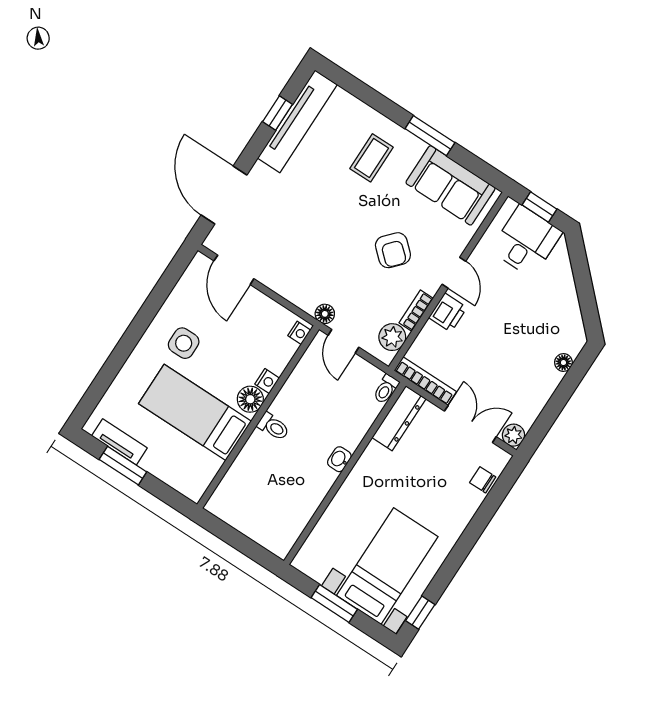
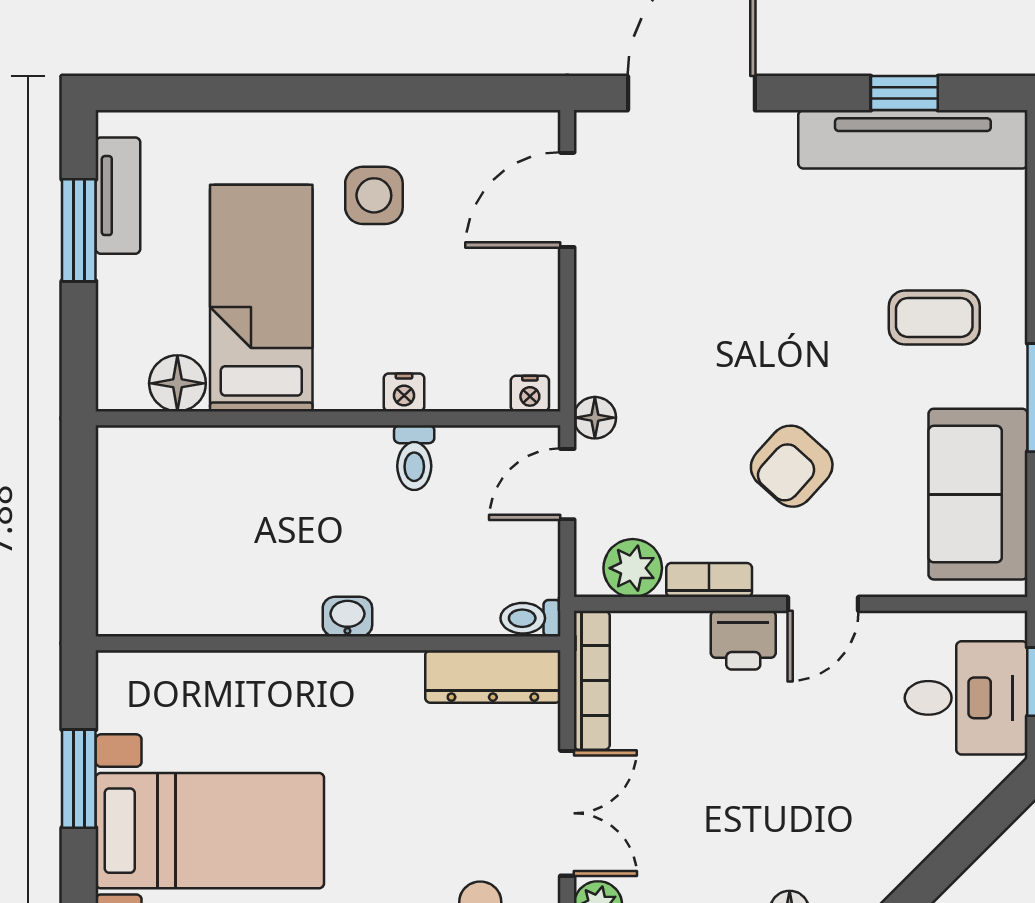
floor lamp: (250, 399) -> (177, 383), moved
toilet: (273, 427) -> (414, 458), moved

